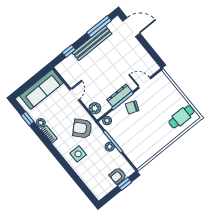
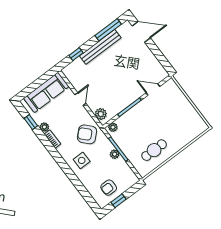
dresser: (119, 95) -> (126, 102), removed
chair: (132, 107) -> (139, 114), removed
cafe table: (181, 117) -> (154, 150), moved
armchair: (118, 176) -> (109, 188), moved
window: (125, 184) -> (118, 201), moved

